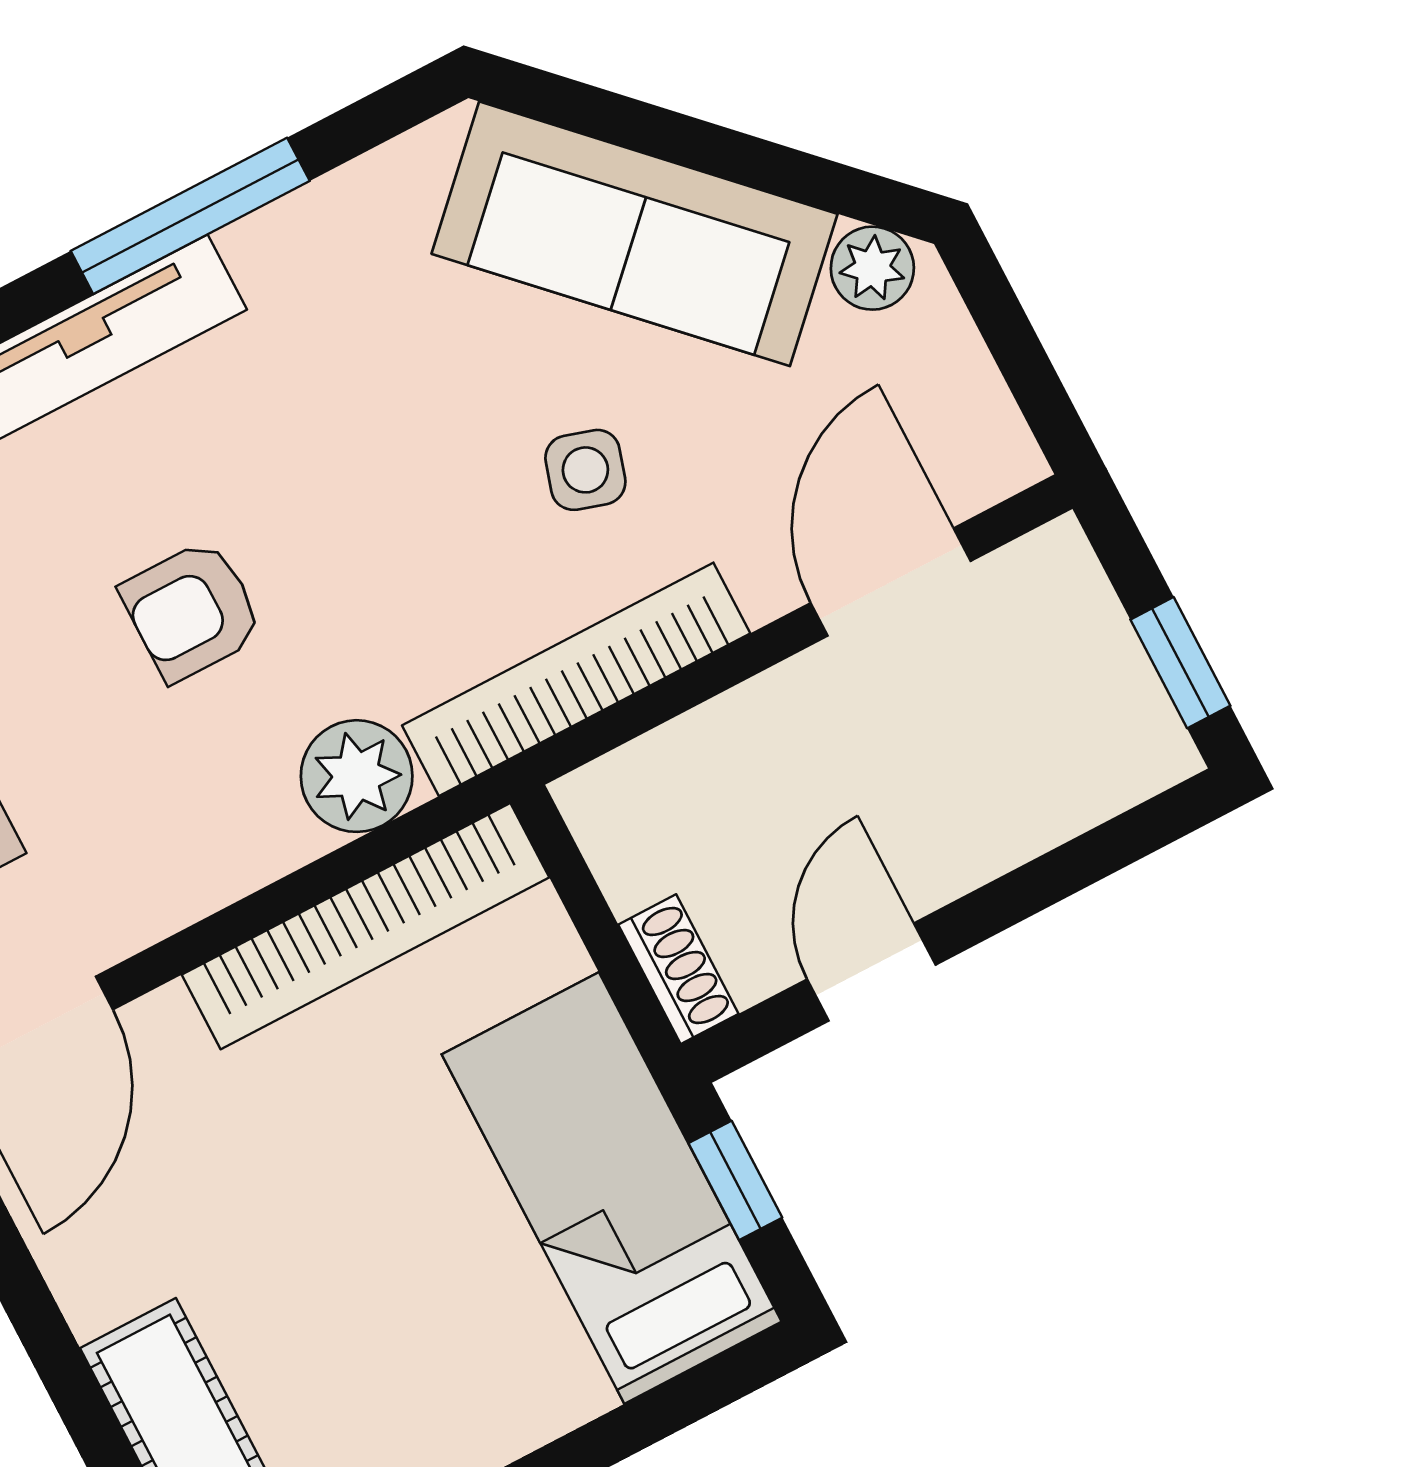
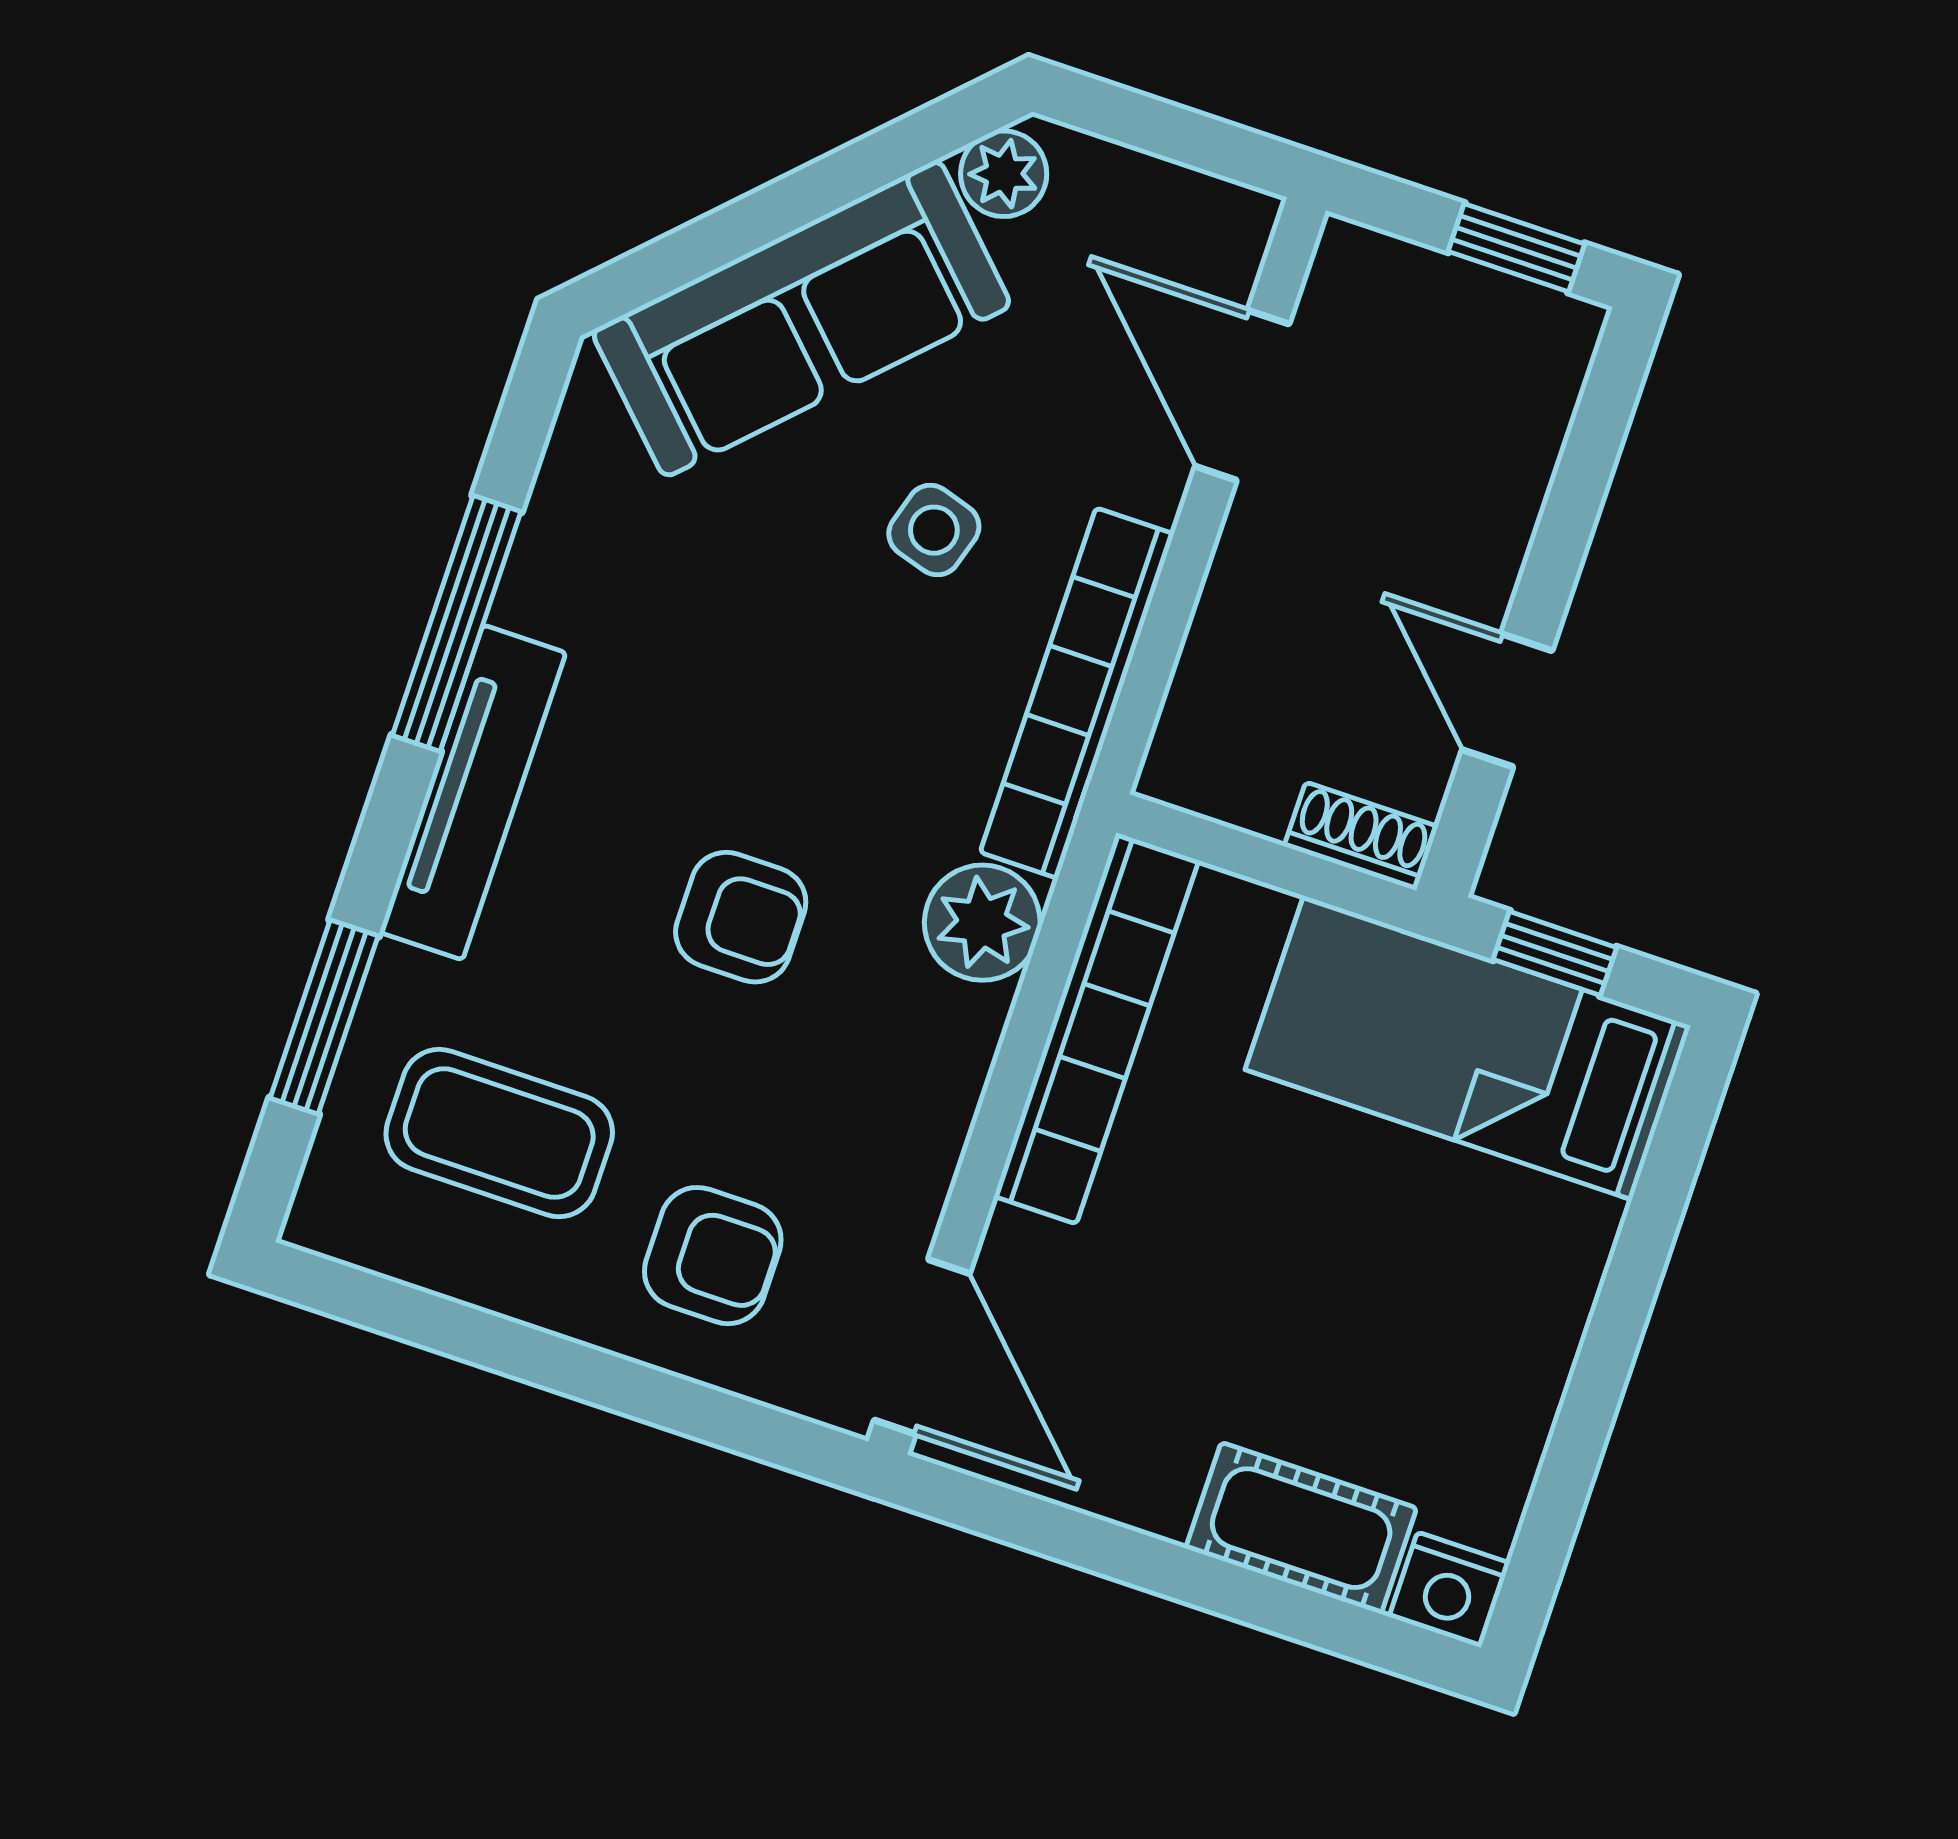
armchair: (192, 611) -> (741, 917), turned -90

